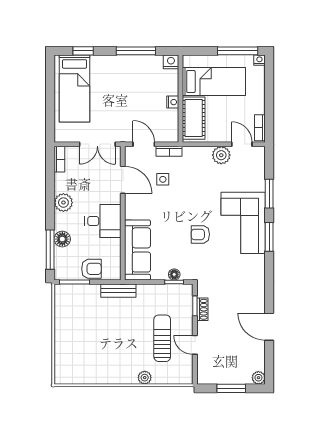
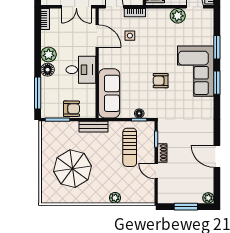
floor lamp: (62, 239) -> (48, 70), moved
shoe rack: (202, 309) -> (162, 153), moved
sun lounger: (162, 338) -> (130, 147), moved, turned 180
parasol: (93, 342) -> (72, 169), added

